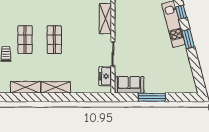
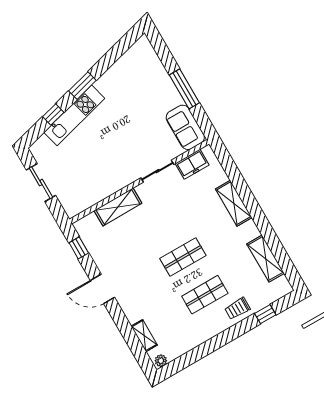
shelving: (56, 87) -> (234, 203), moved

